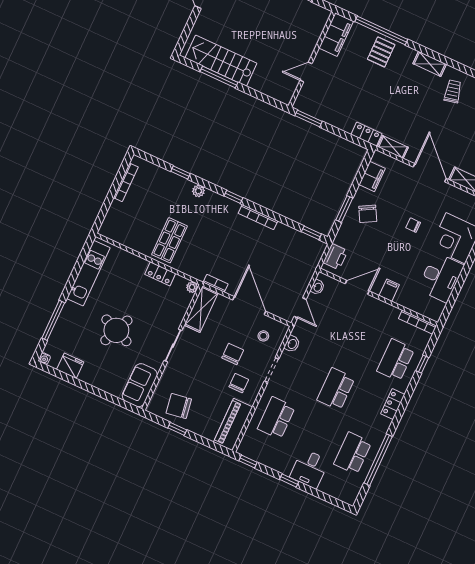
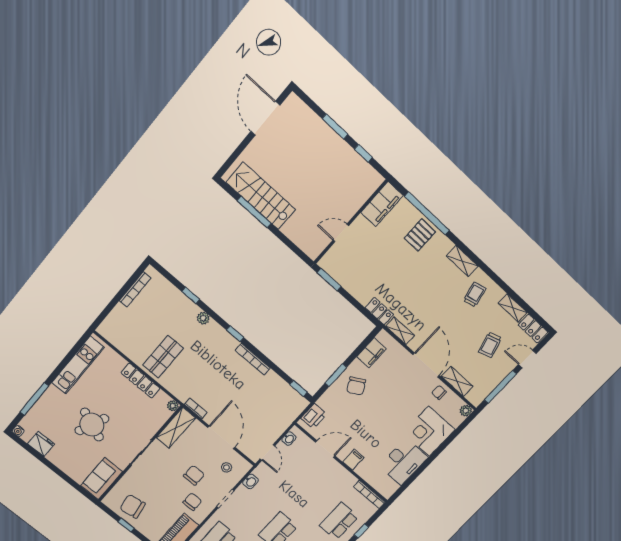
chair: (413, 225) -> (439, 392), moved
locker: (160, 274) -> (140, 381), width x1.53

